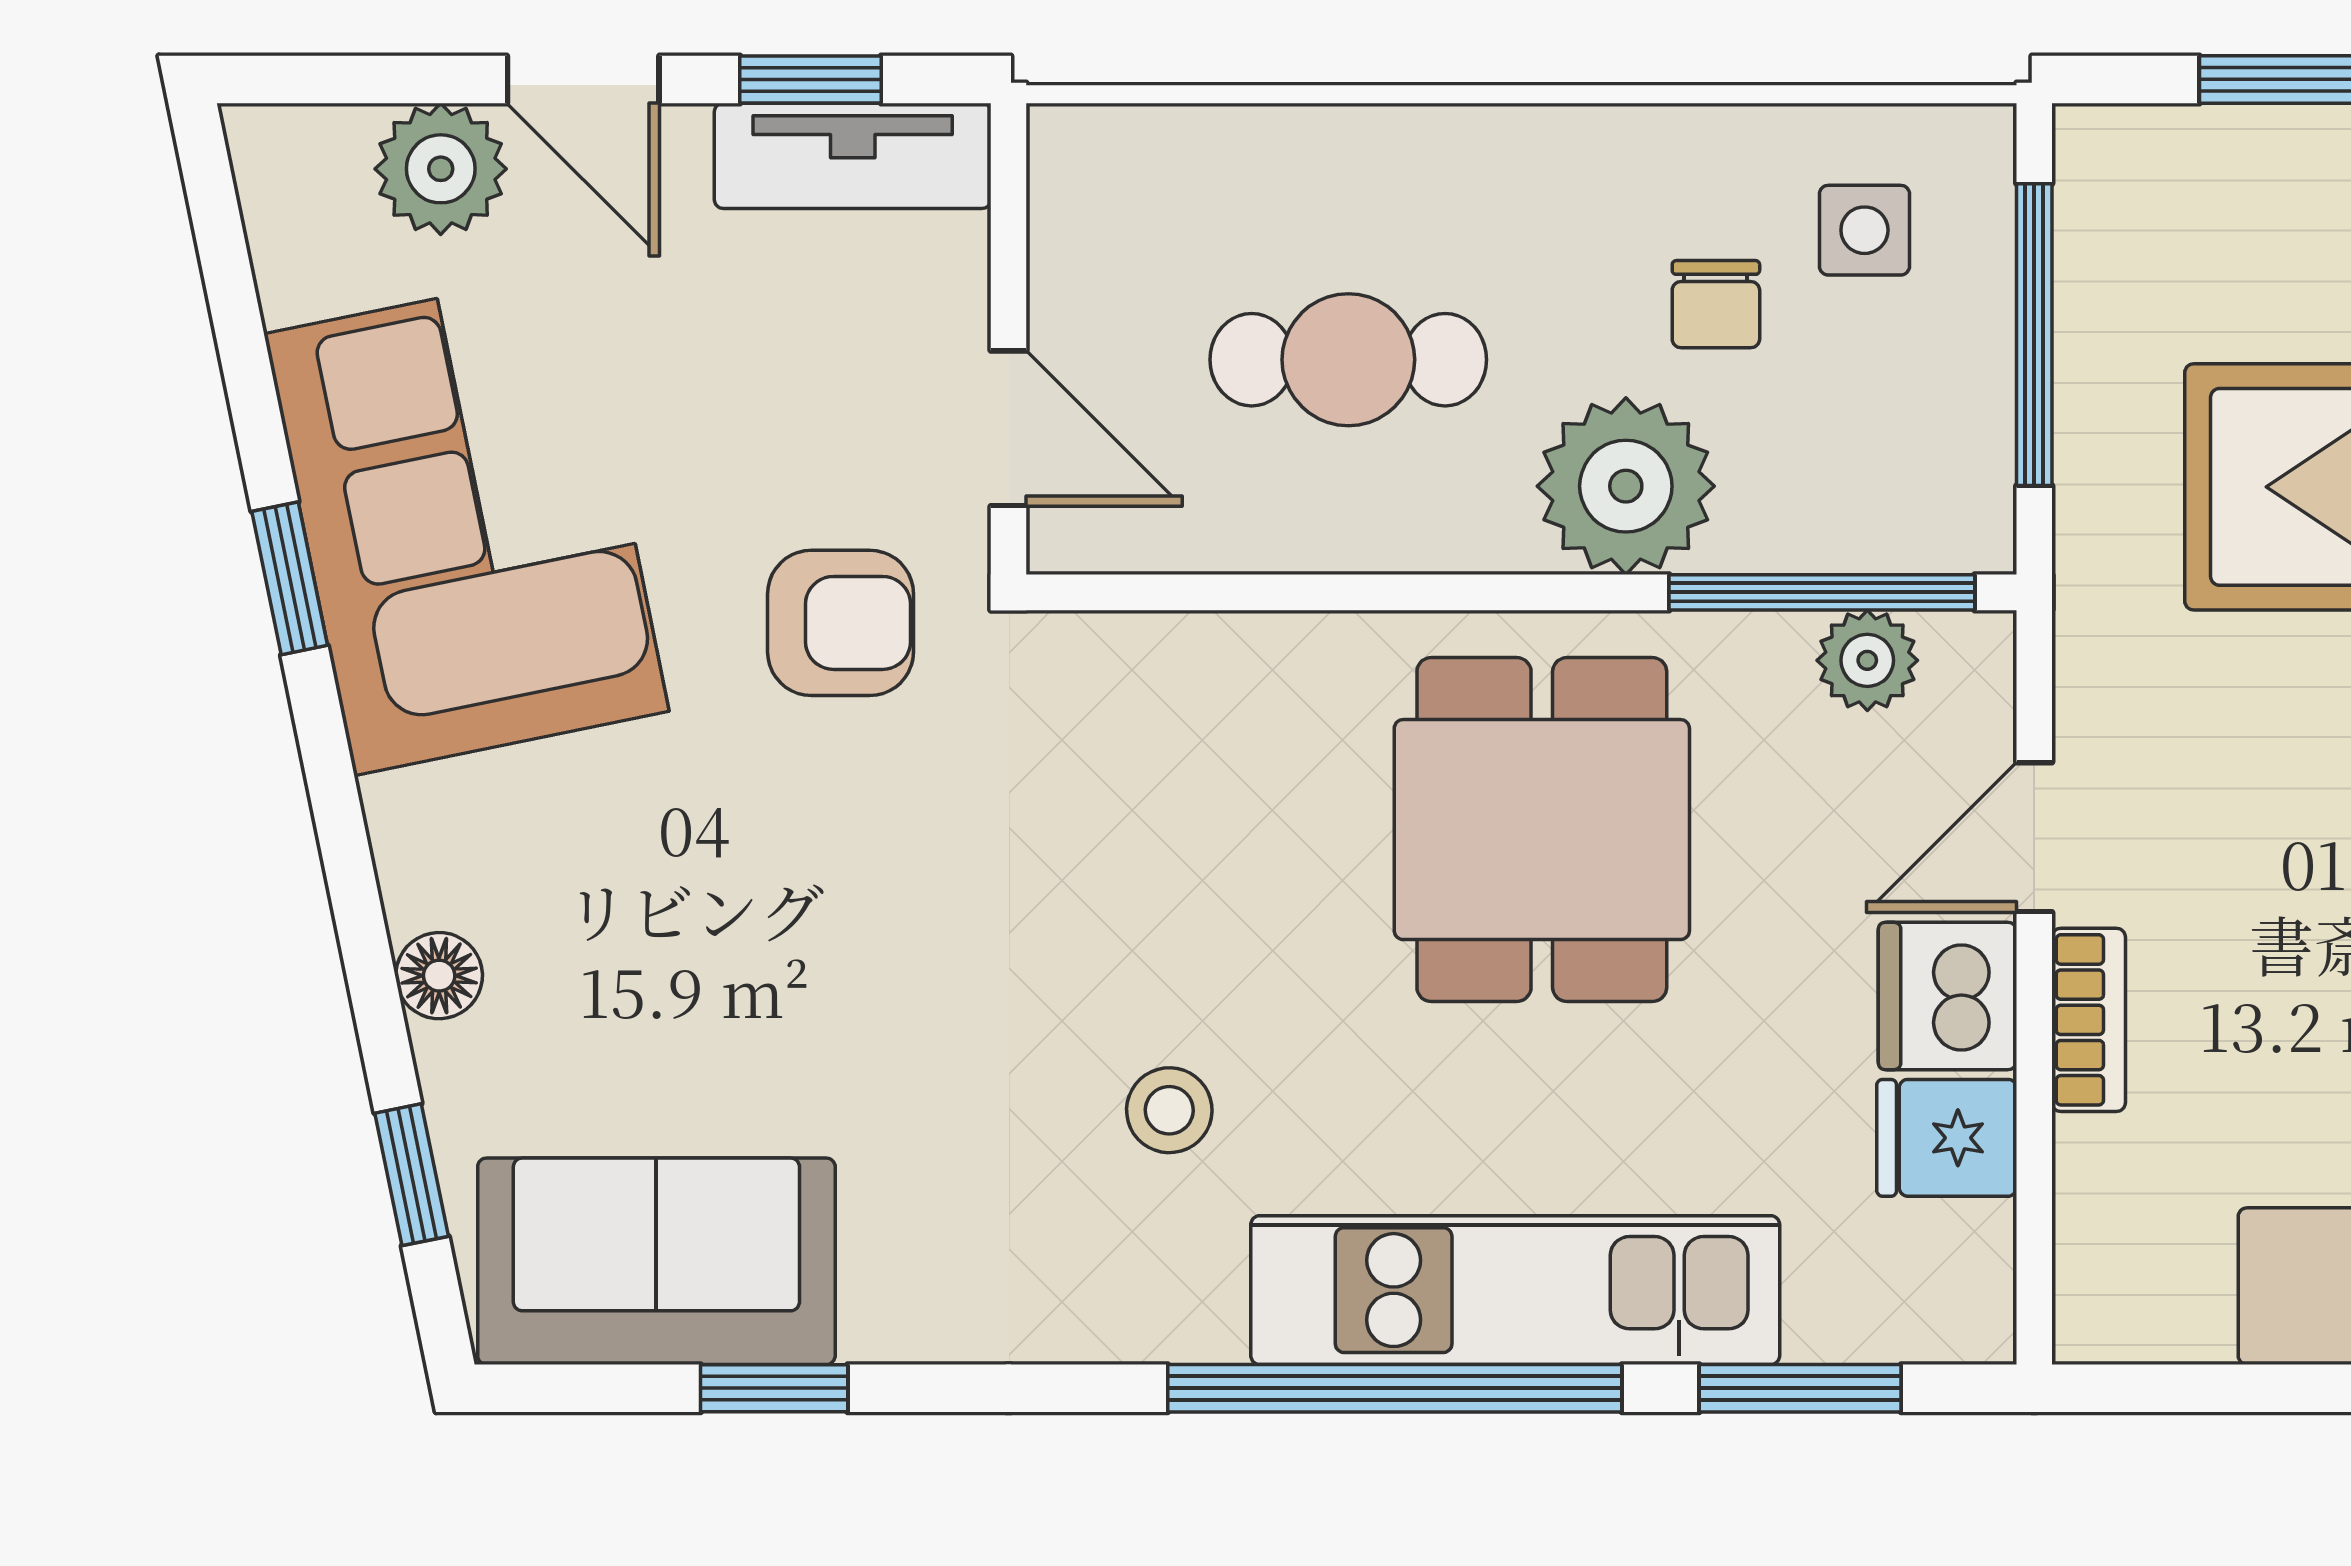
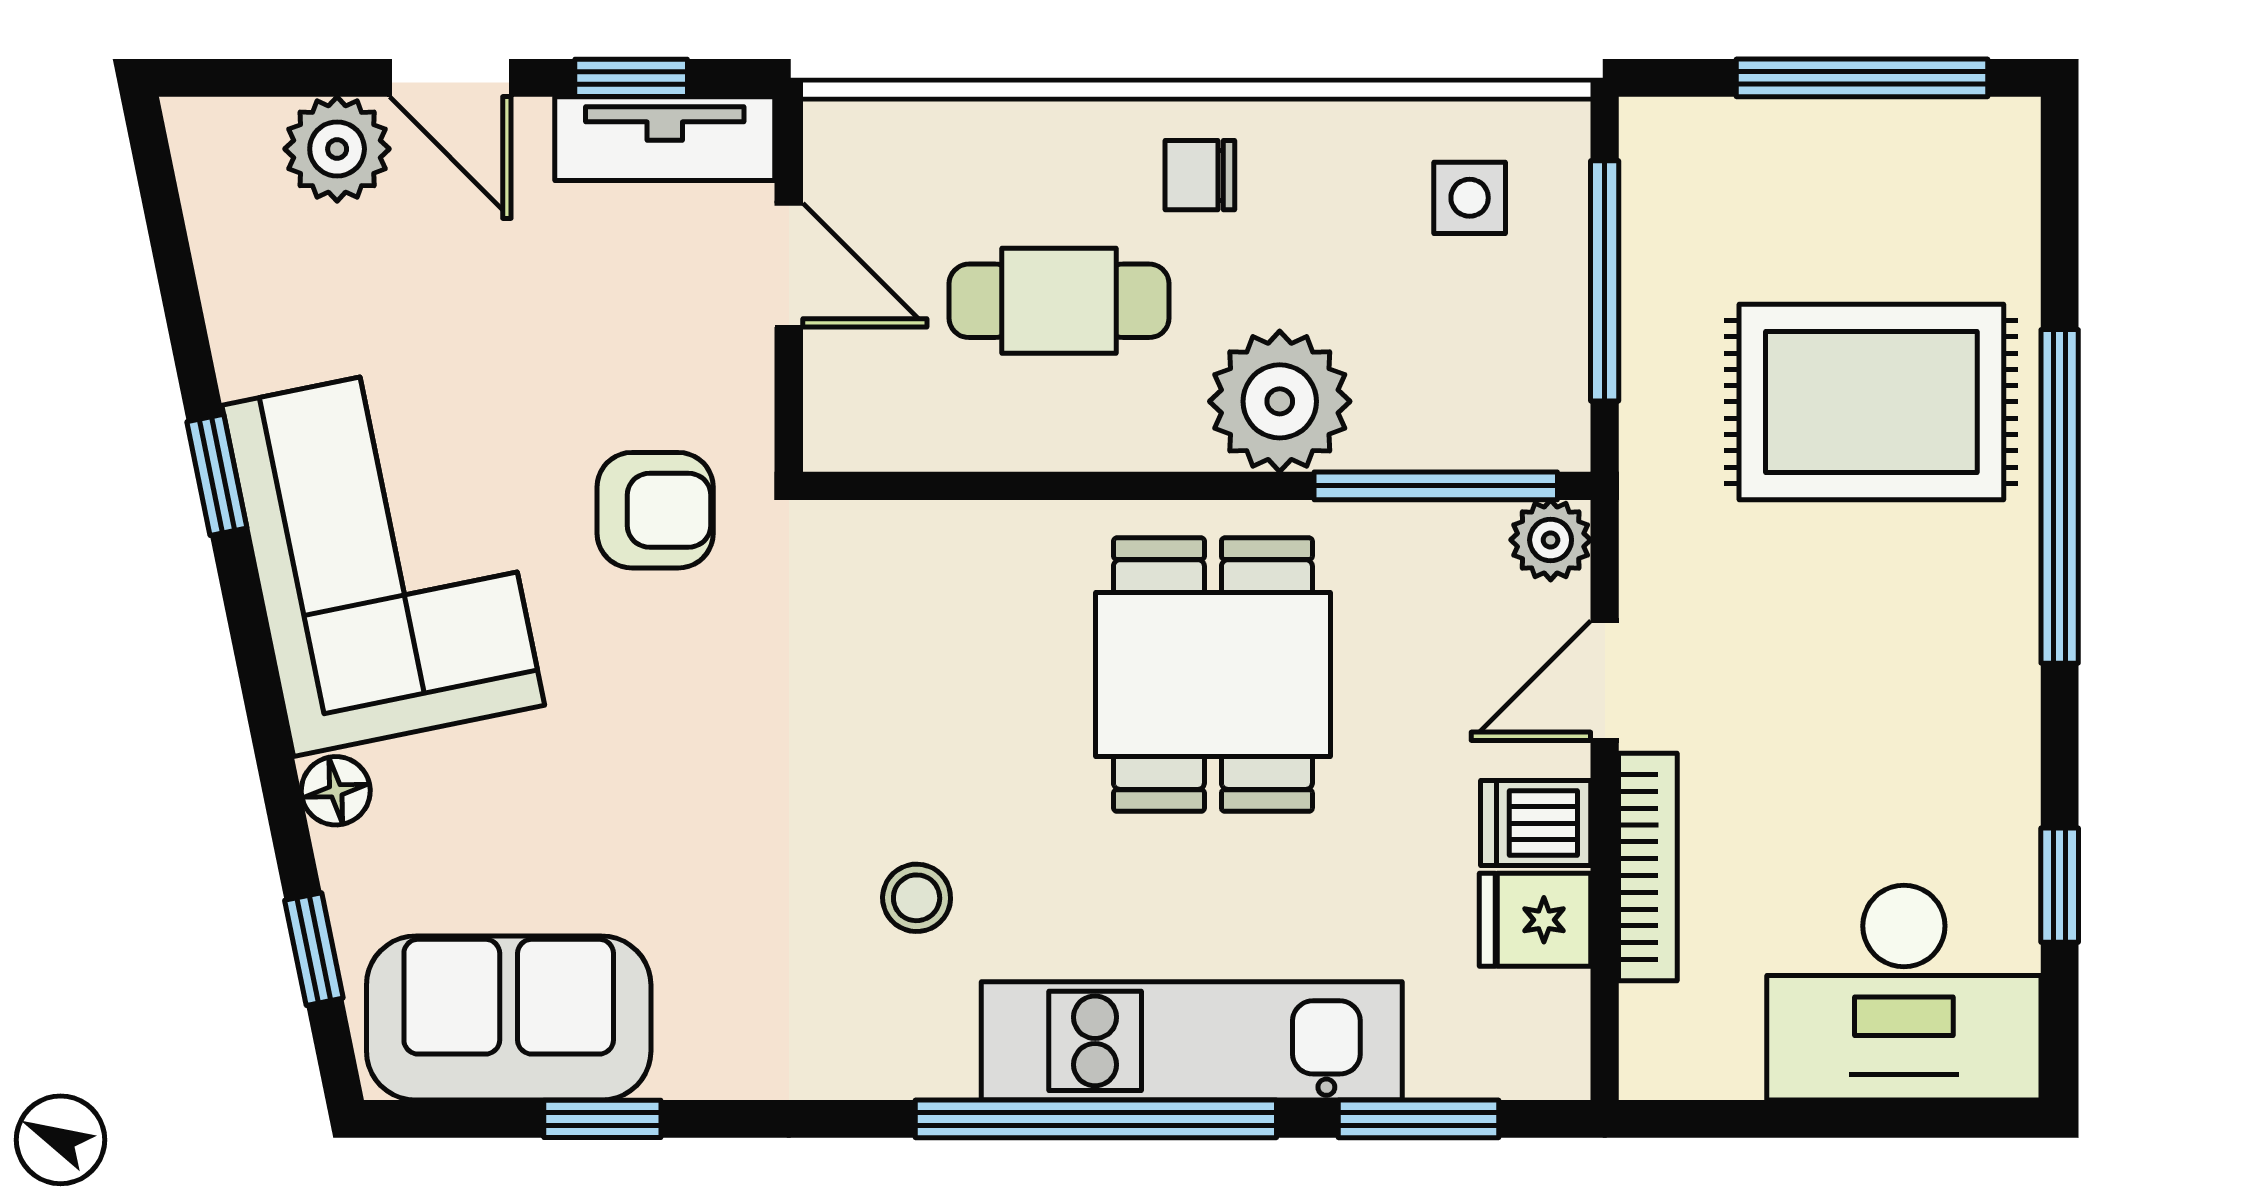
chair: (1716, 304) -> (1200, 175), moved, turned 90
door: (1009, 428) -> (789, 265), moved
corner sofa: (467, 522) -> (383, 555), moved
plant: (1867, 660) -> (1551, 540), moved
dishwasher: (1948, 996) -> (1536, 823), width x0.73
bookcase: (2089, 1020) -> (1648, 867), width x1.56

